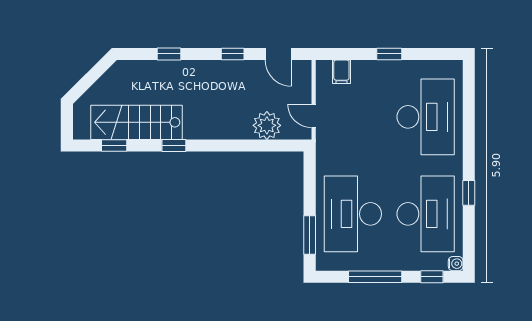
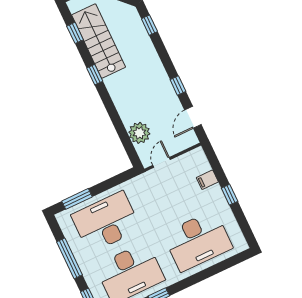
window: (169, 54) -> (149, 25), moved
filing cabinet: (341, 72) -> (207, 180), moved

